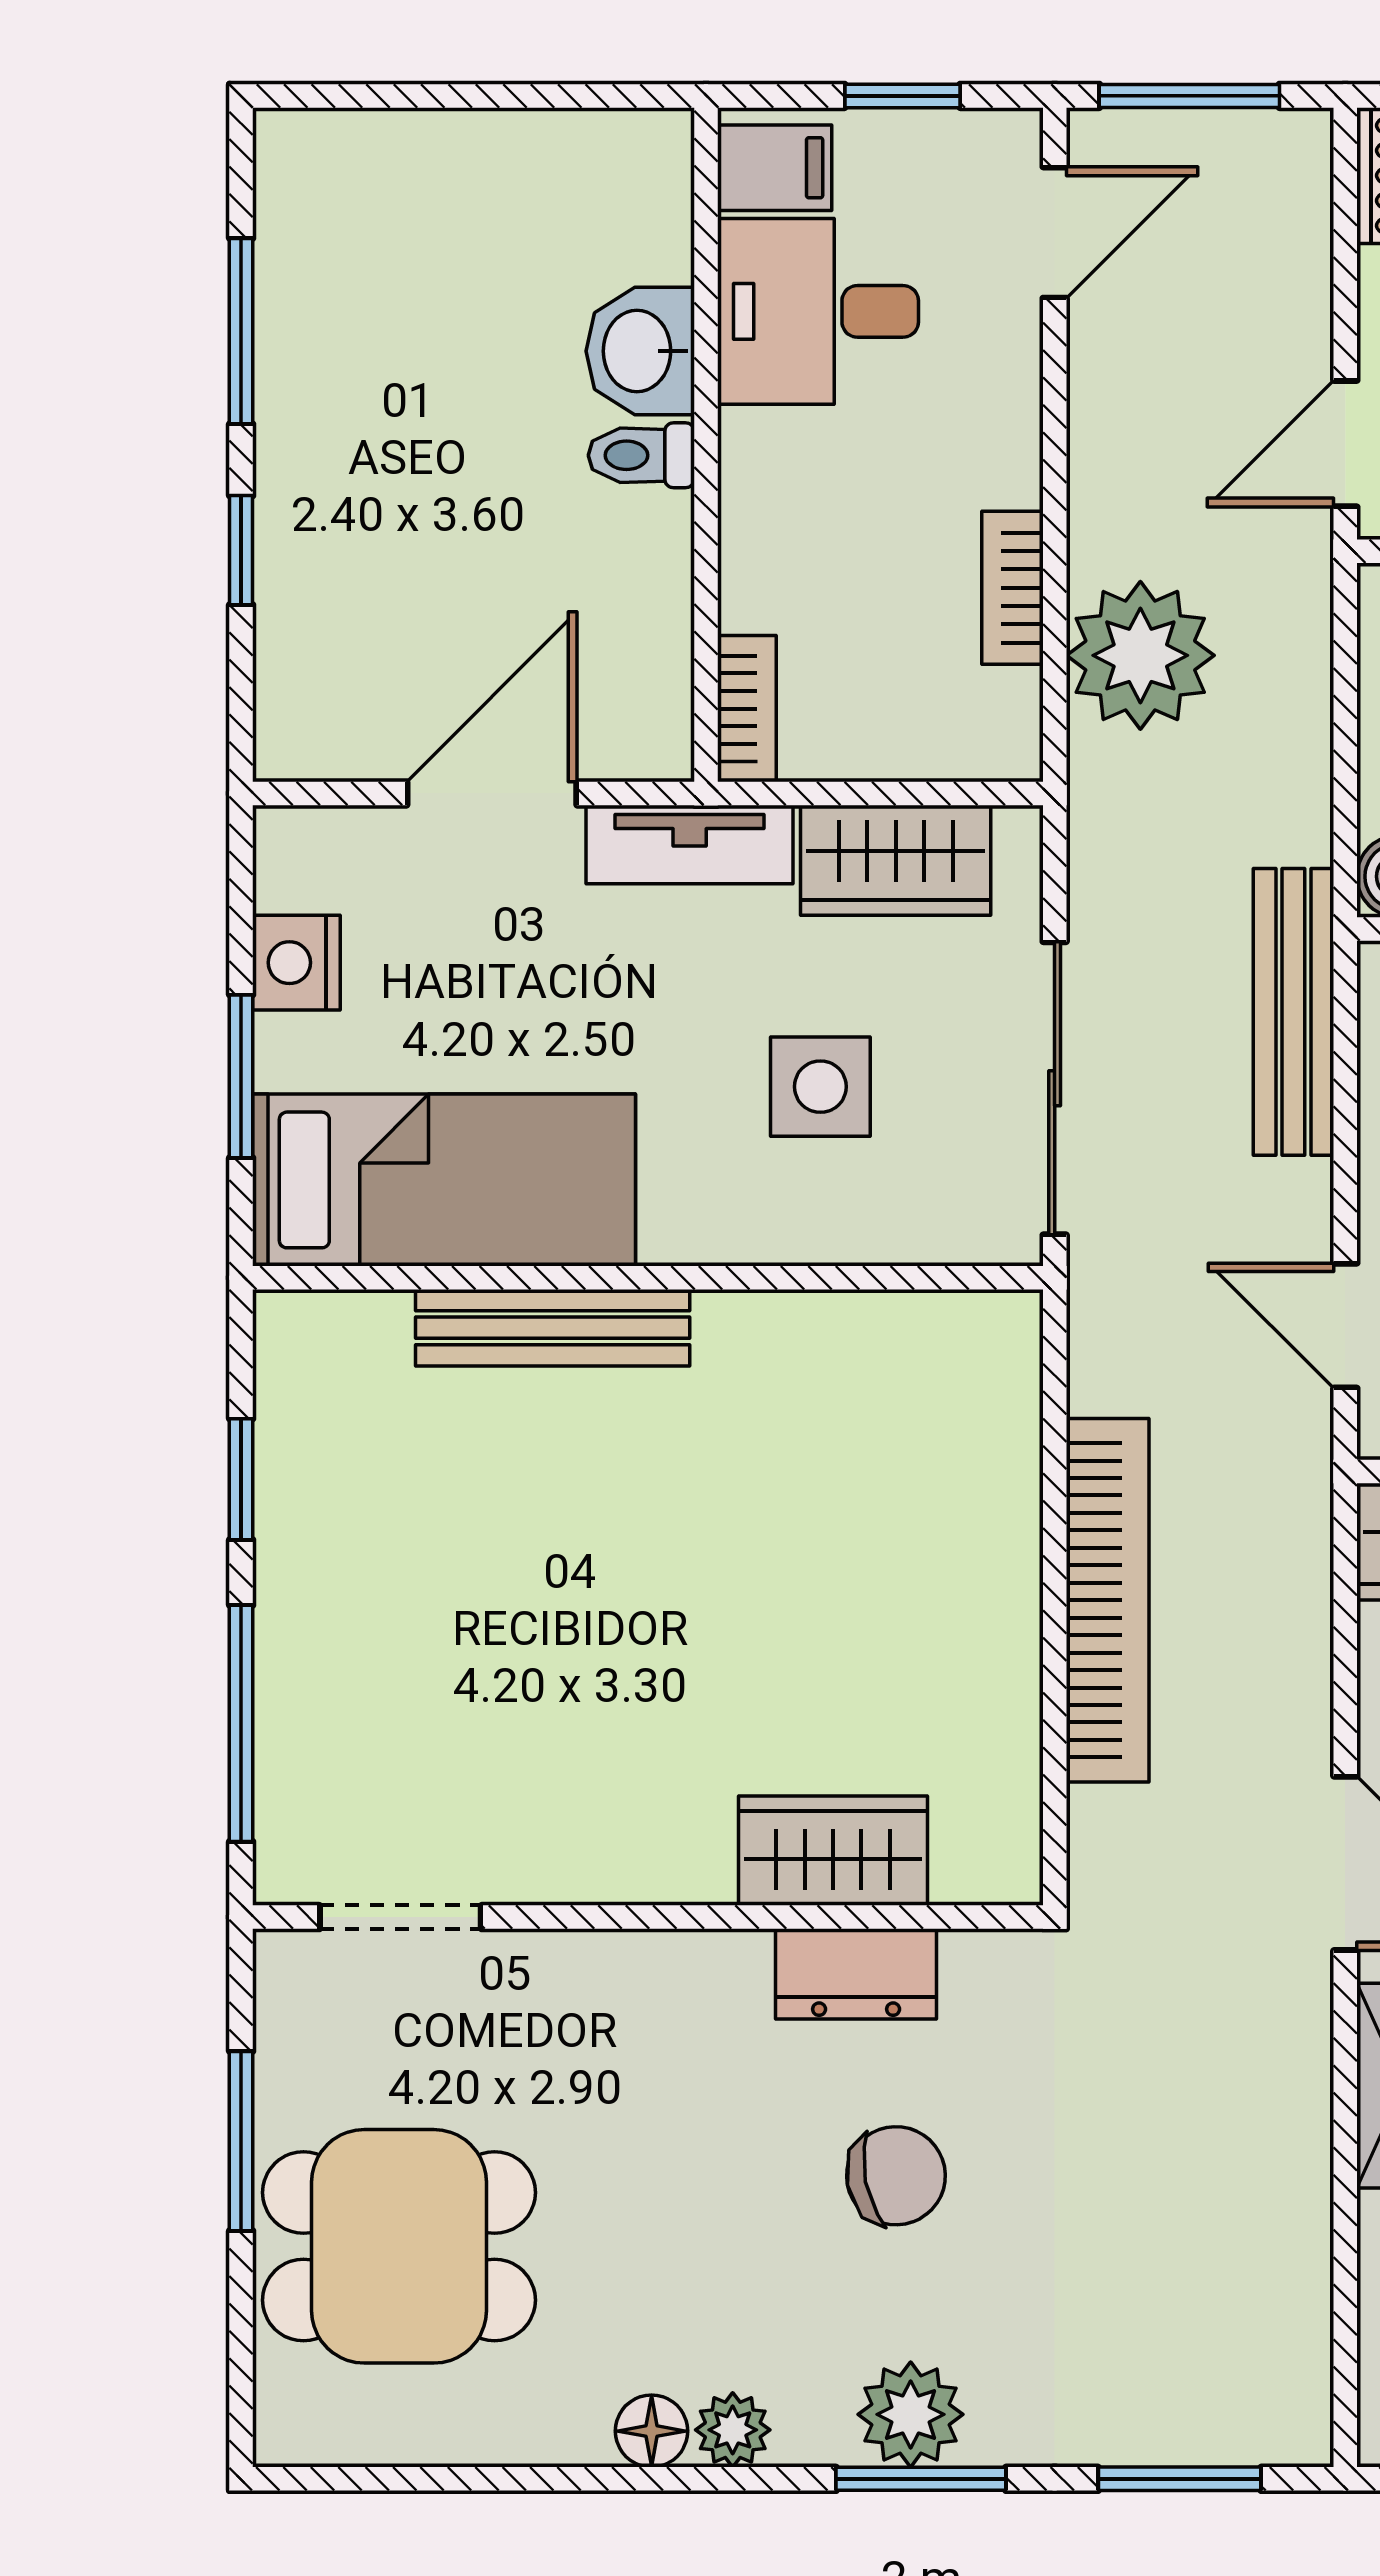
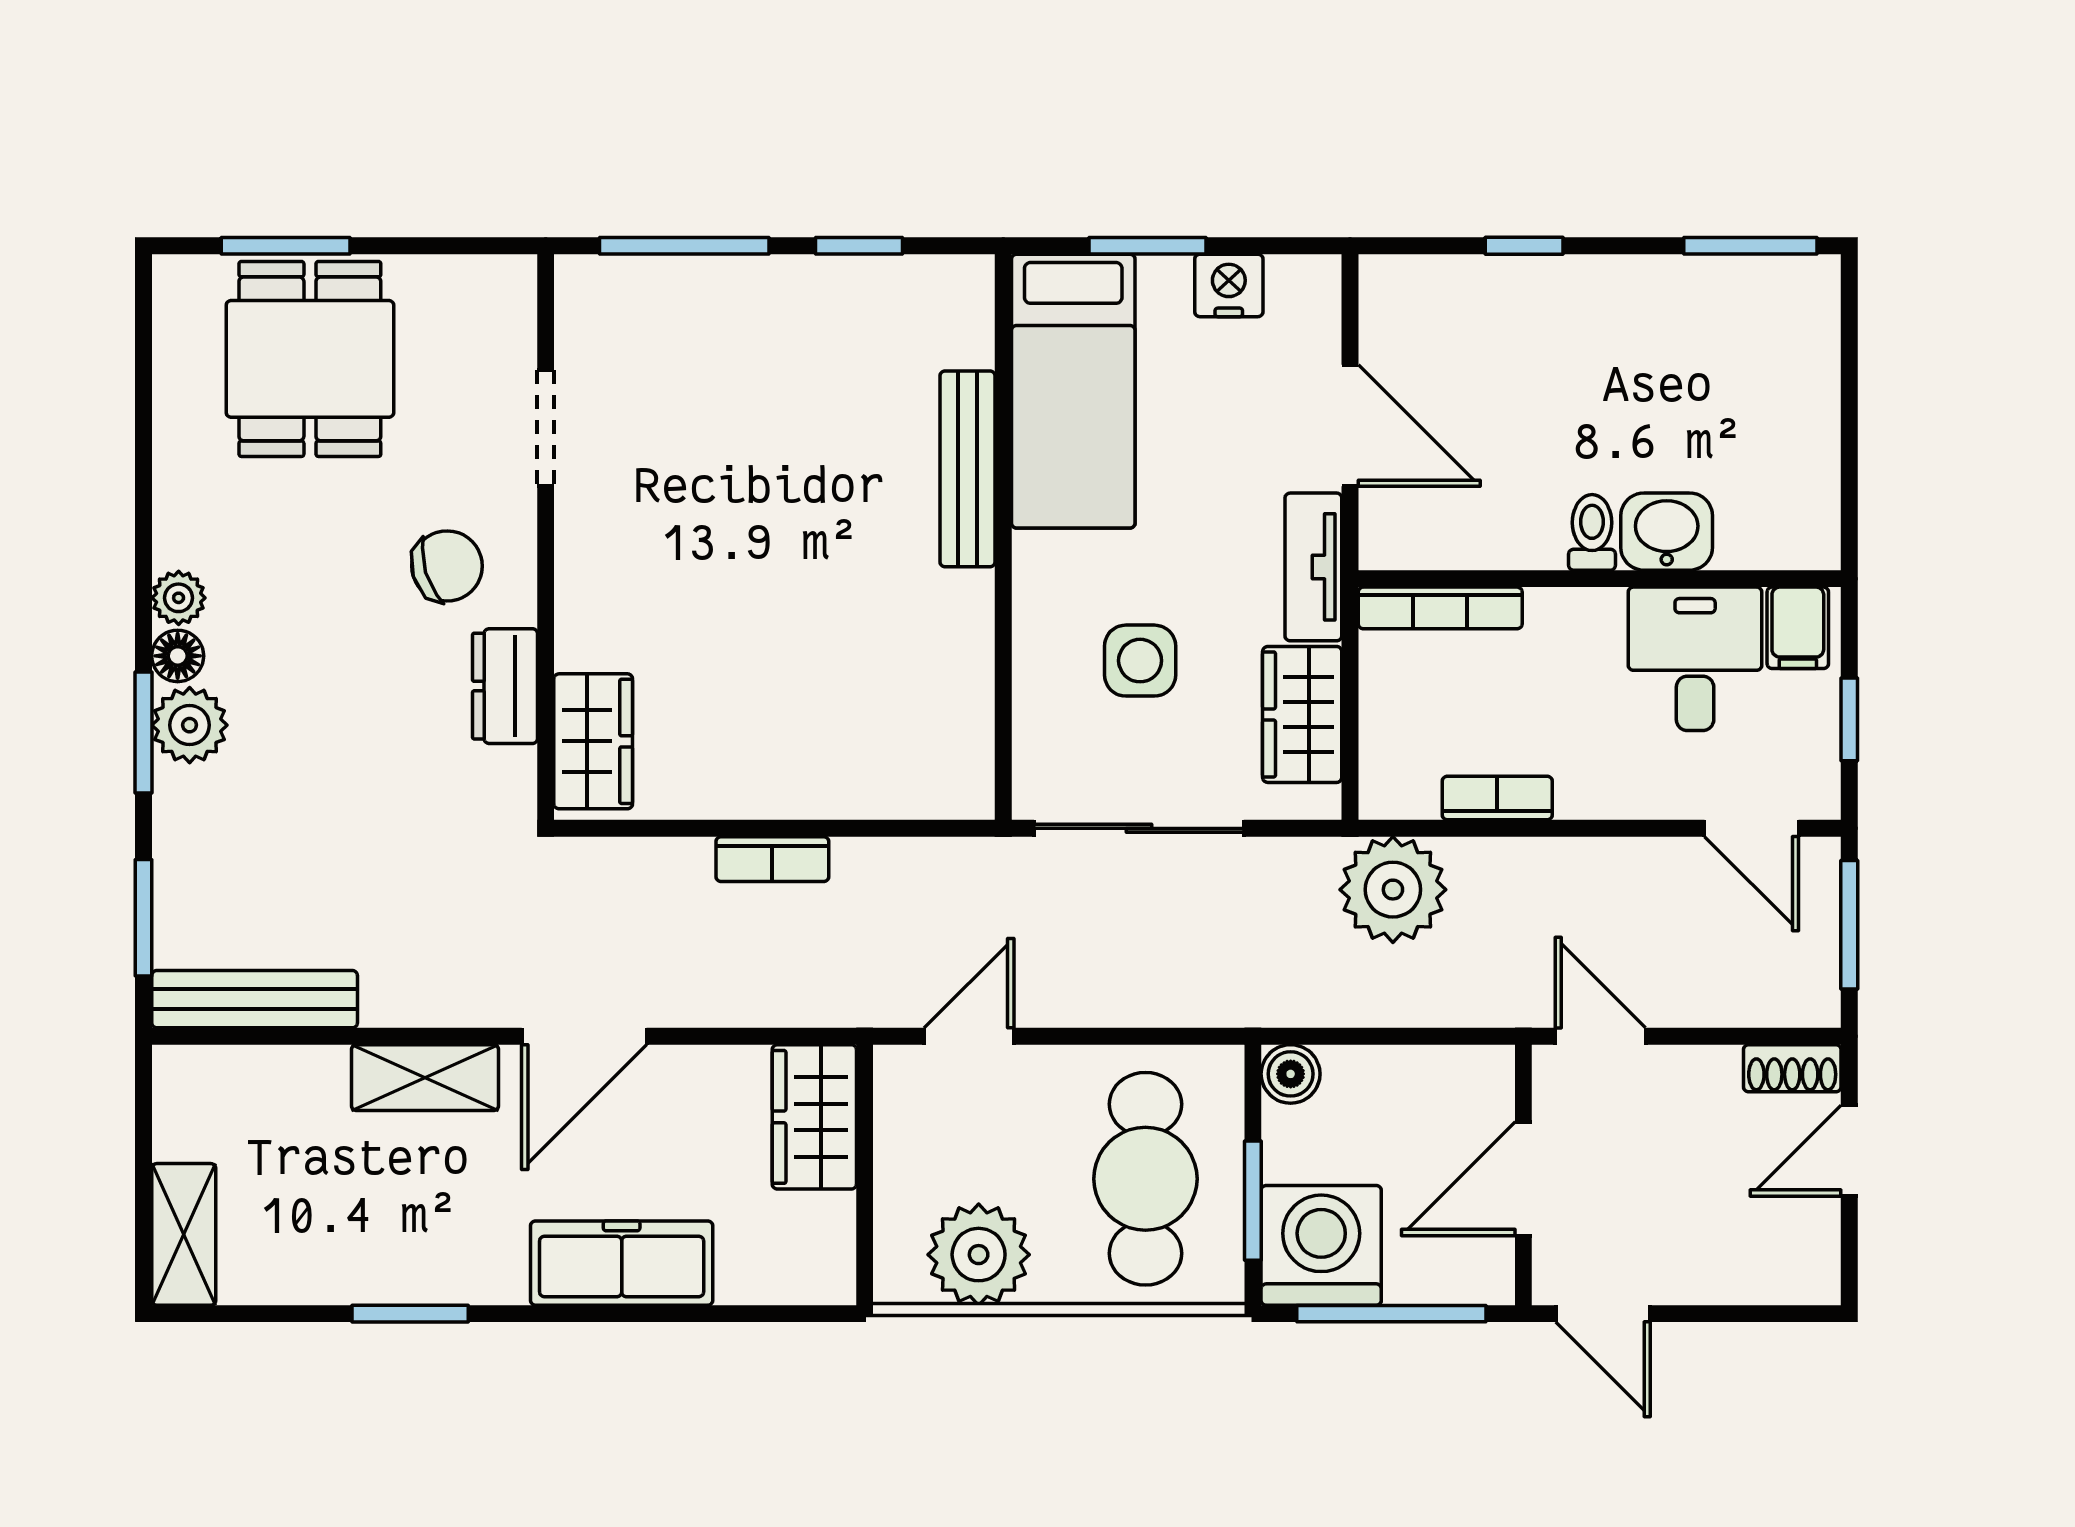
window: (241, 331) -> (1750, 246), moved
plant: (1140, 655) -> (1393, 890), moved
bookcase: (747, 709) -> (1440, 608), width x1.56
bench: (1293, 1012) -> (255, 999), moved
bookcase: (1108, 1600) -> (772, 859), width x0.43, depth x0.76
wardrobe: (833, 1851) -> (593, 741), moved
doorway: (400, 1917) -> (546, 428), moved
window: (241, 2141) -> (286, 246), moved
chair: (896, 2176) -> (447, 566), moved, turned -96
floor lamp: (652, 2431) -> (178, 656), moved

